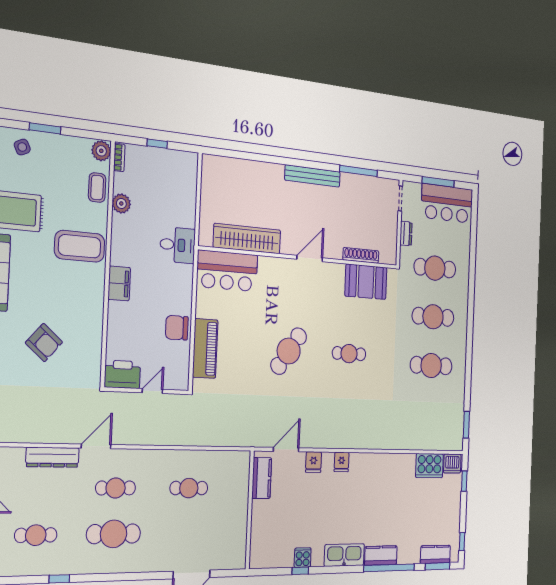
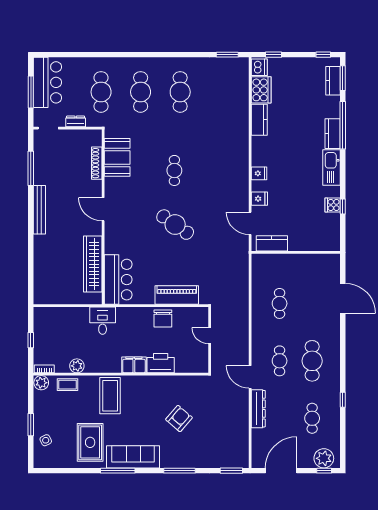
printer: (122, 374) -> (161, 363), moved, turned 90
kitchen counter: (399, 463) -> (259, 120), added

